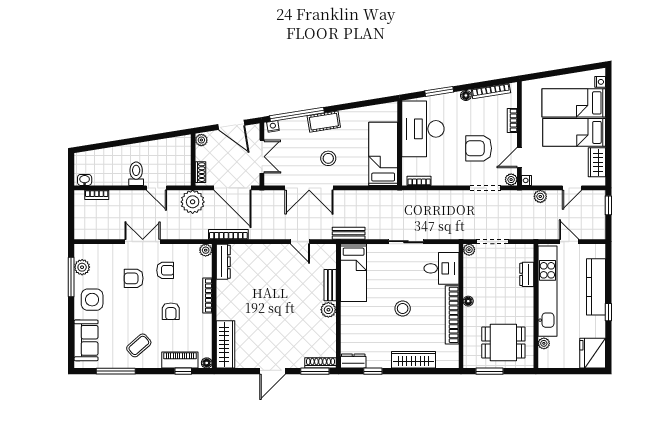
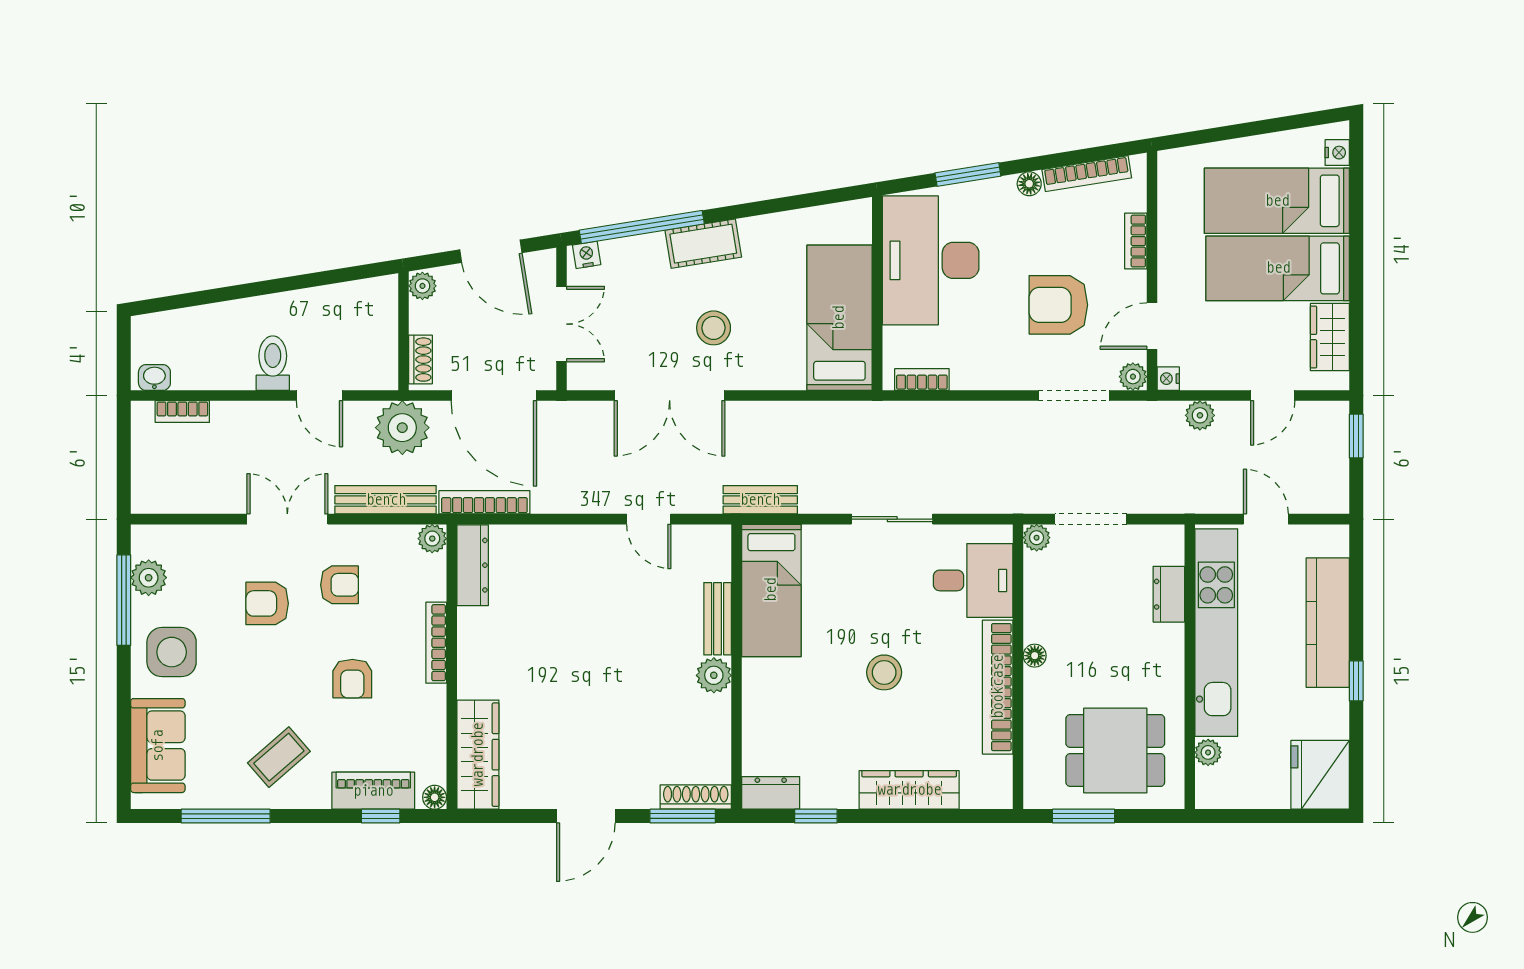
bench: (185, 233) -> (386, 500), added

